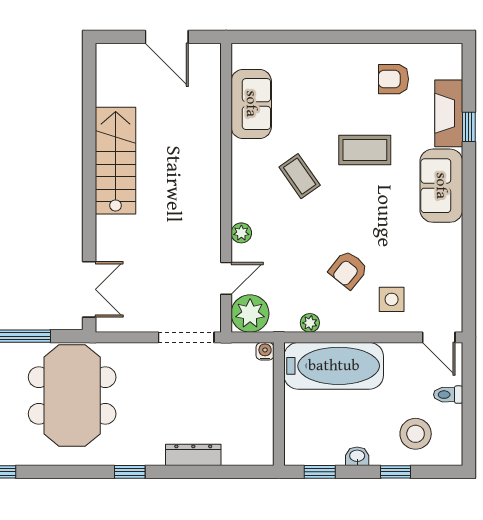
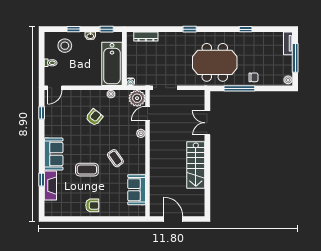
armchair: (393, 79) -> (92, 205), moved
window: (469, 280) -> (42, 113), added
double door: (89, 289) -> (207, 123), moved
side table: (392, 299) -> (75, 104), removed
door: (439, 337) -> (55, 88), swing flipped
bathtub: (334, 366) -> (112, 64), moved, turned -90
meeting table: (72, 396) -> (215, 62), turned 90
dresser: (193, 455) -> (146, 36), moved

